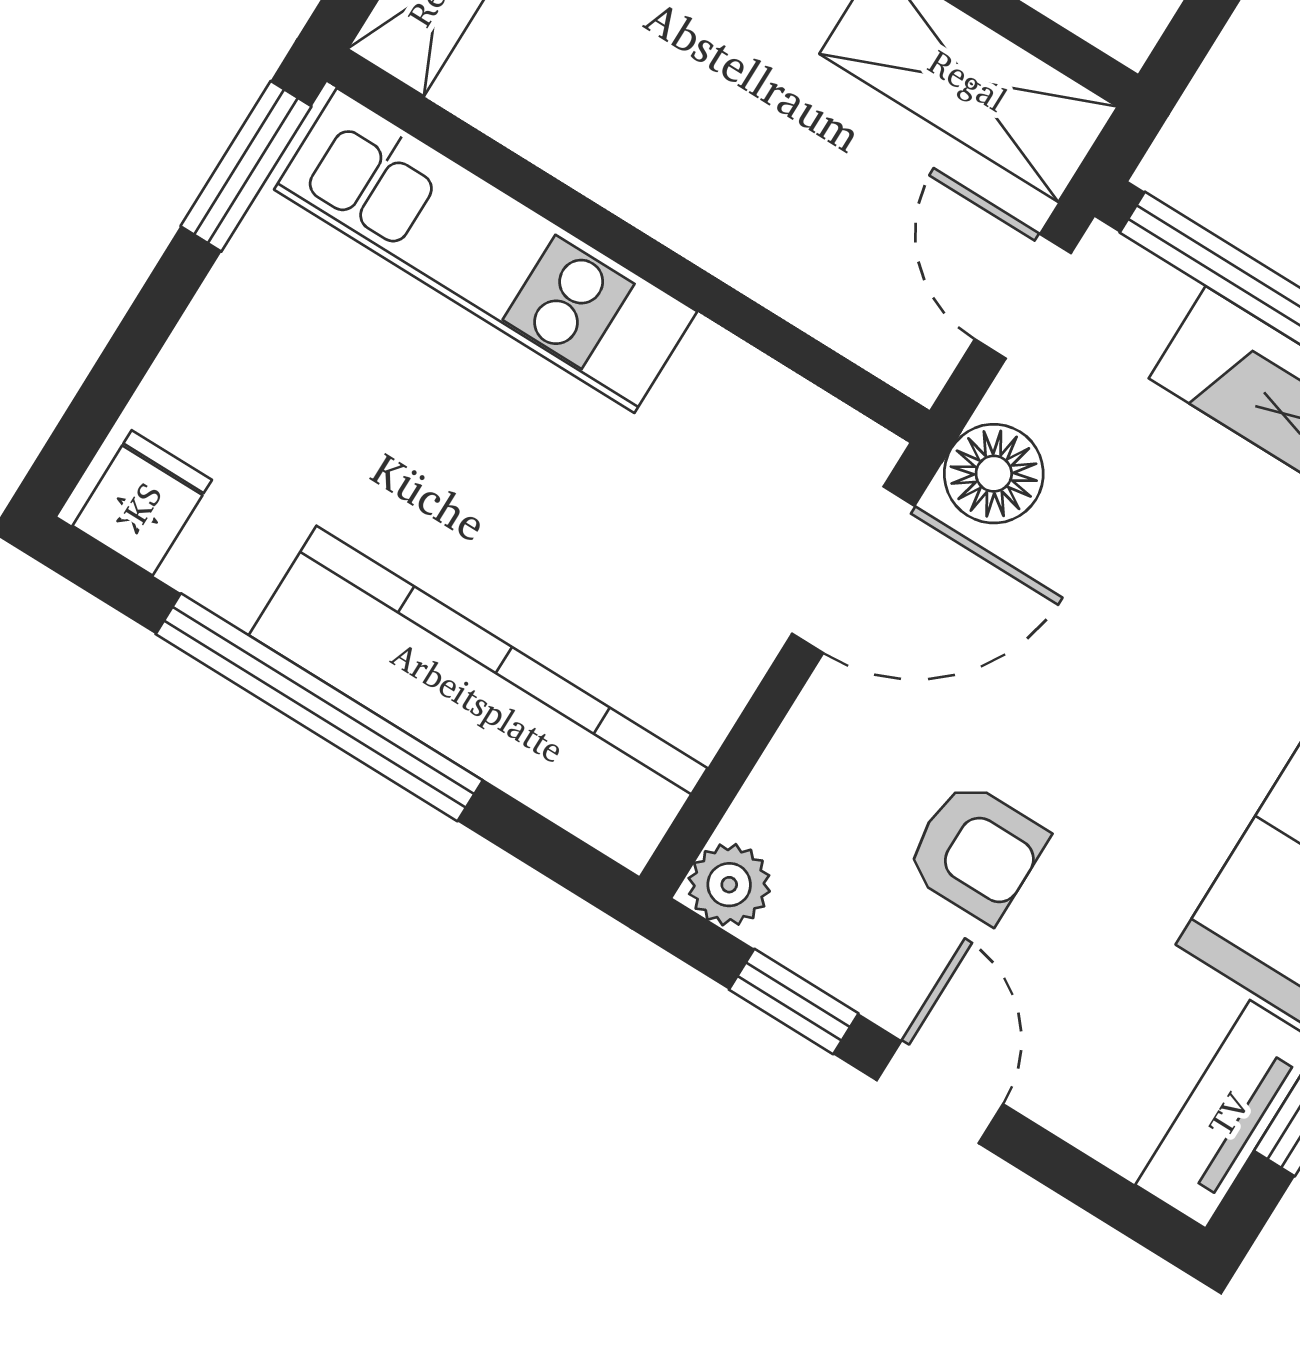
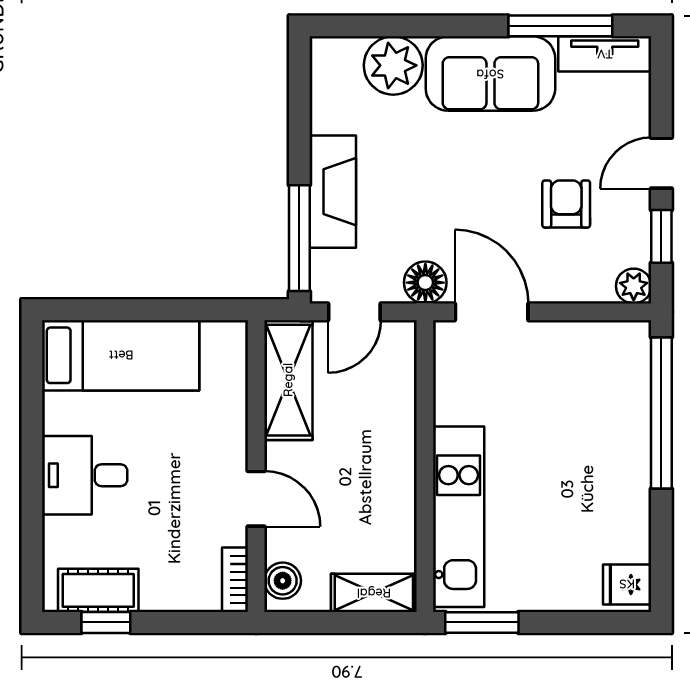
kitchen counter: (478, 702) -> (624, 418), removed
window: (319, 707) -> (661, 413), moved

